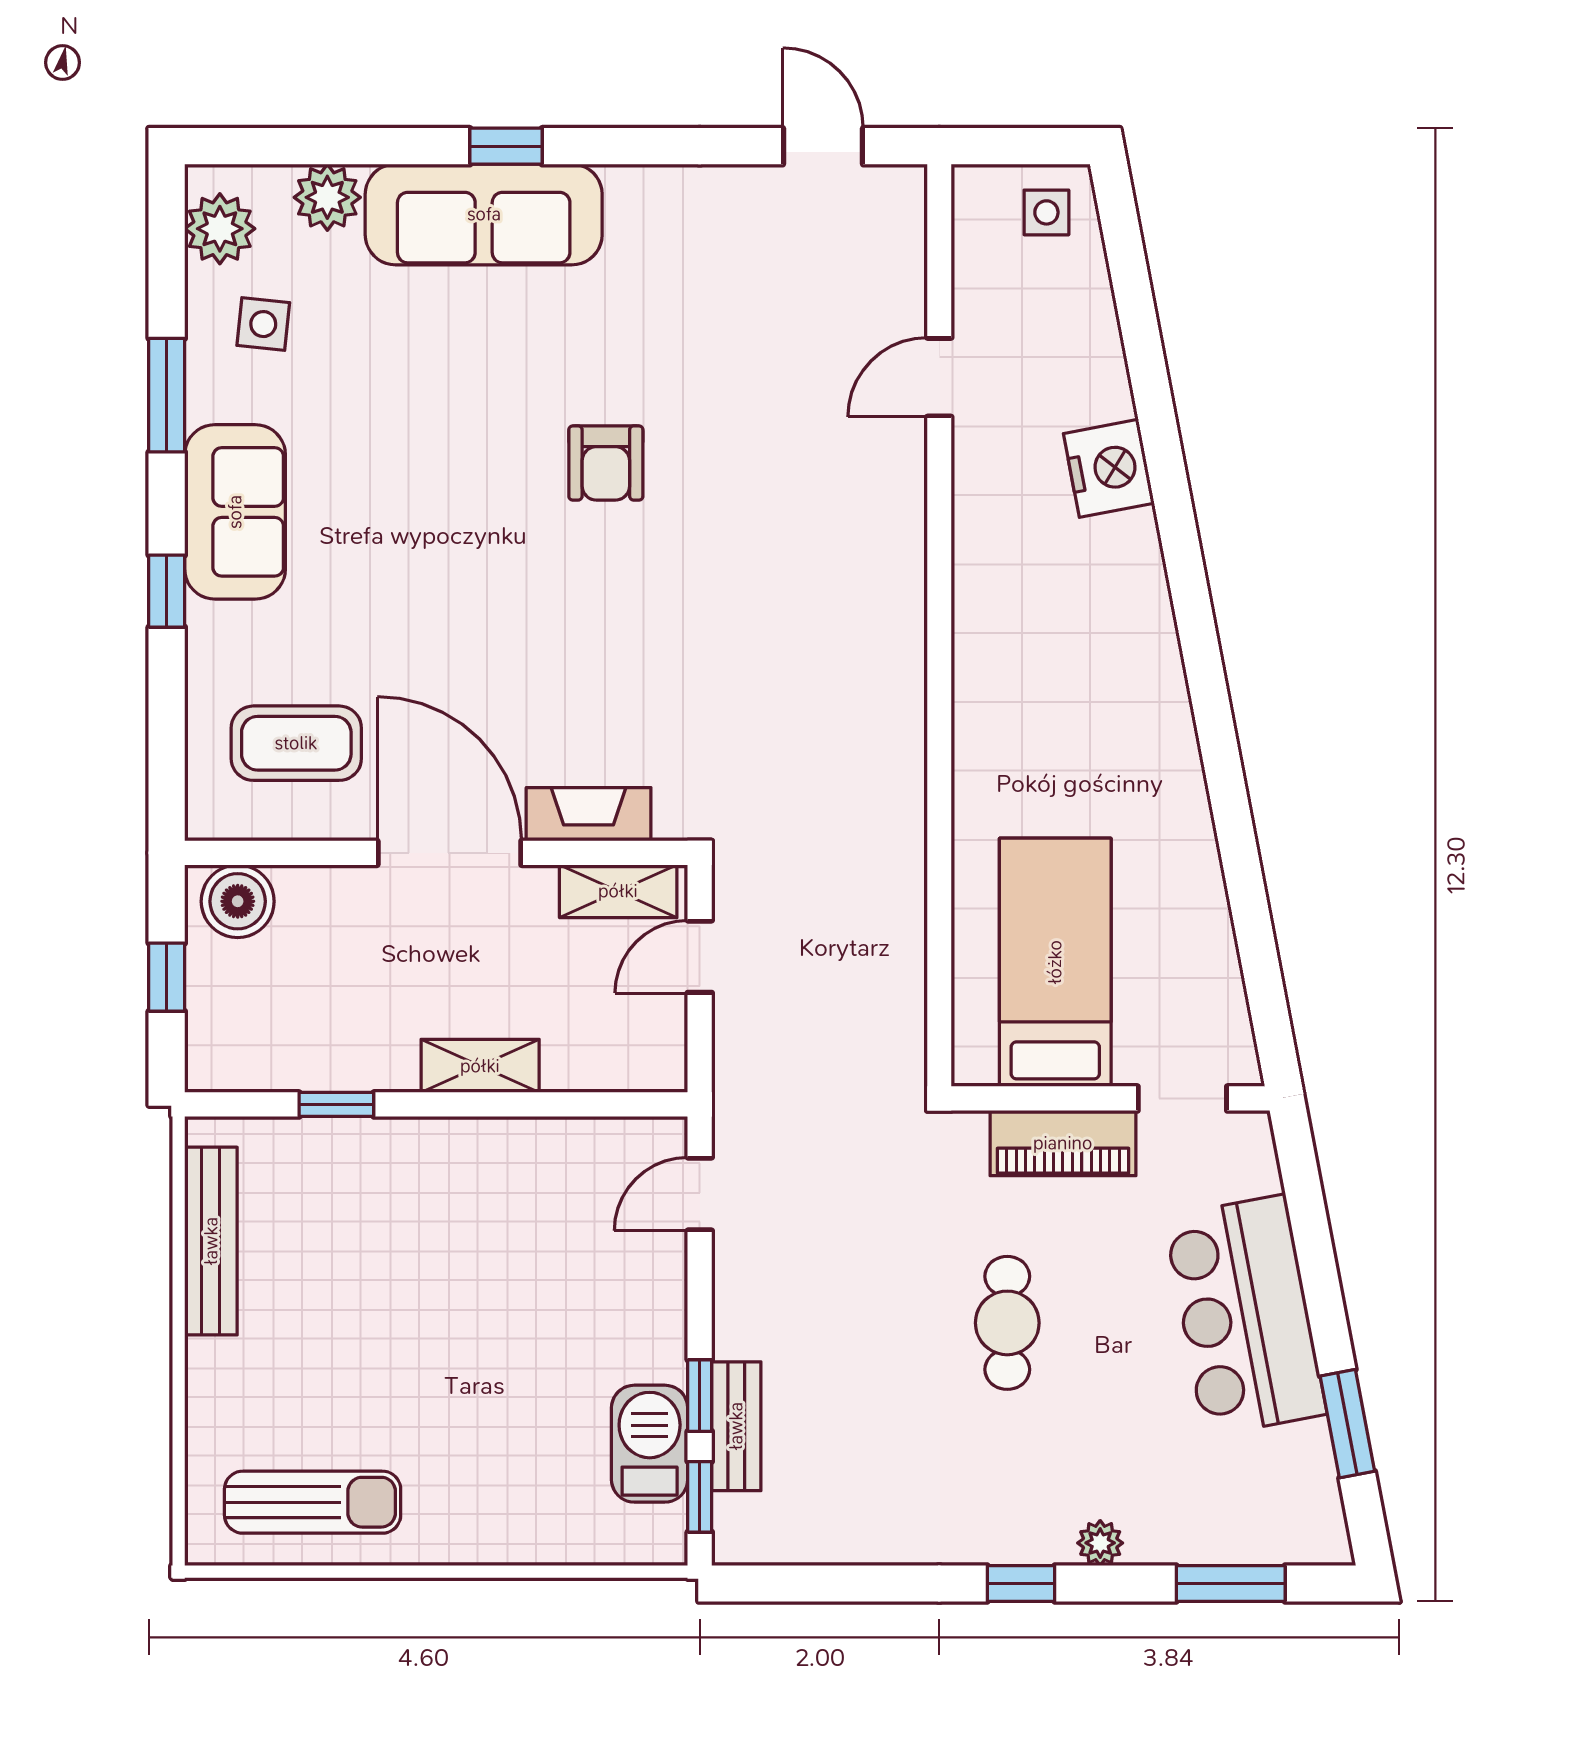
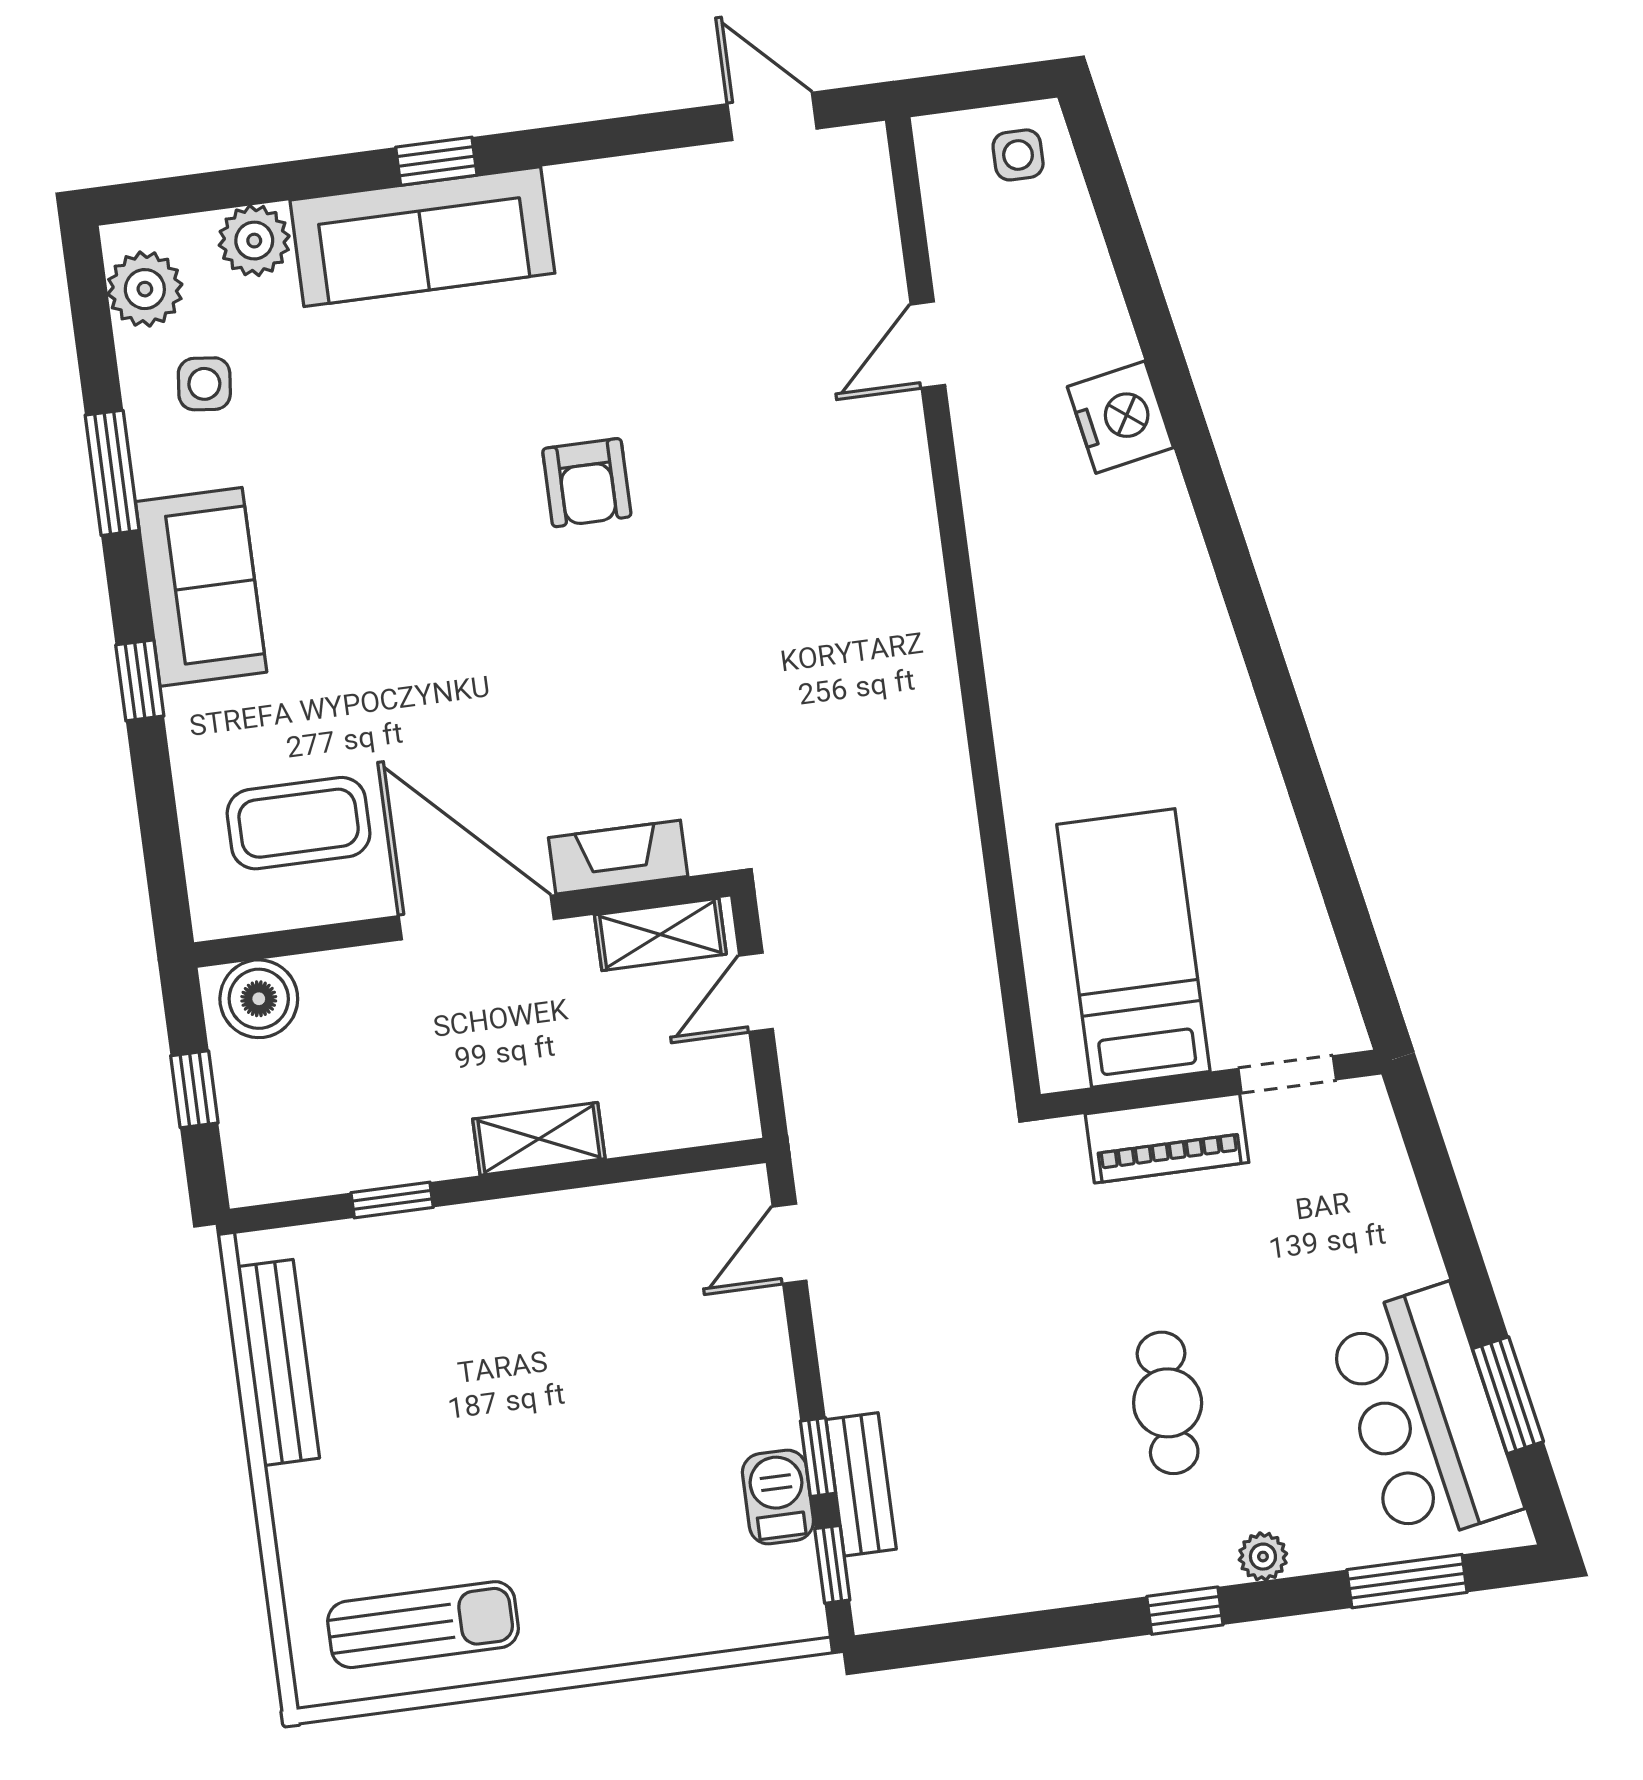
bar counter: (1245, 1316) -> (1424, 1415), moved
cafe table: (1007, 1323) -> (1168, 1403), moved
barbecue: (650, 1444) -> (778, 1497), width x0.73, depth x0.79

